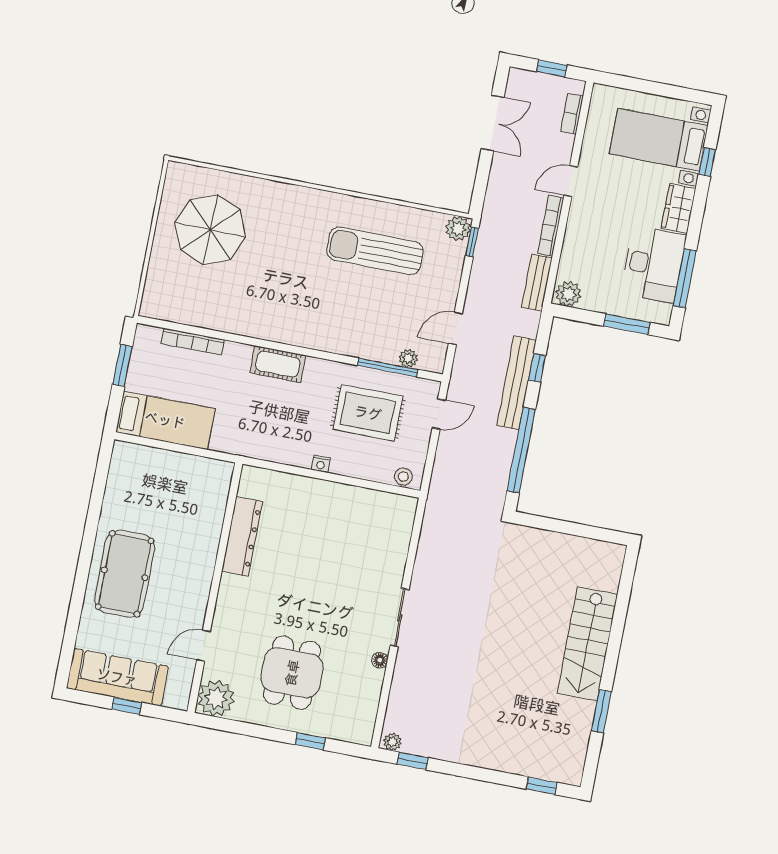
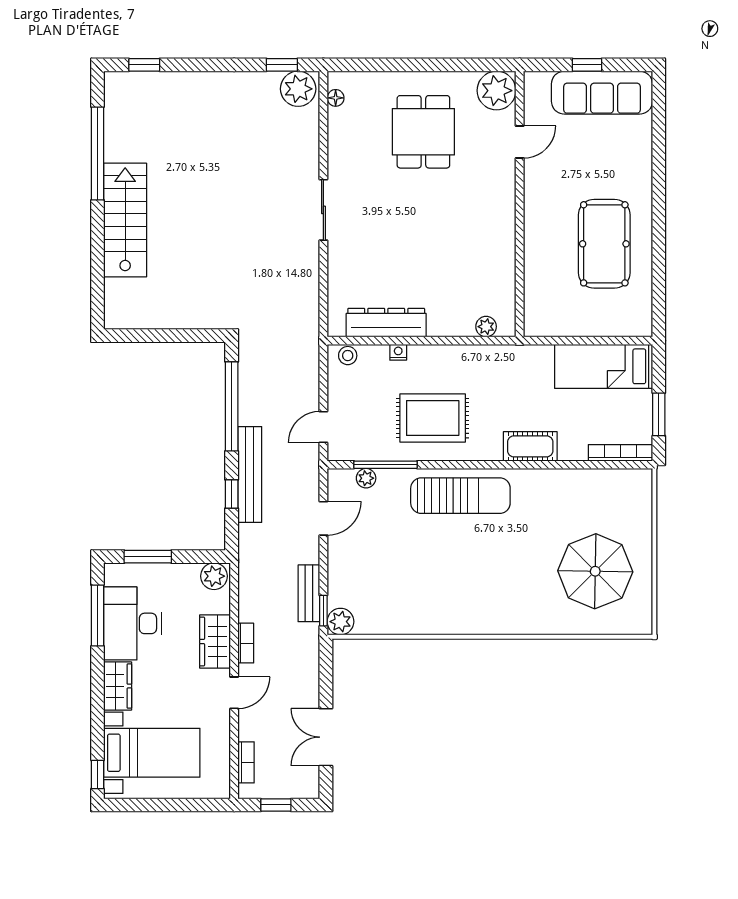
window: (707, 162) -> (97, 774), moved
bookcase: (551, 226) -> (246, 643), width x0.64
wardrobe: (579, 233) -> (215, 642), added
sun lounger: (375, 251) -> (460, 496), moved
bench: (537, 283) -> (309, 593), moved
bookcase: (193, 342) -> (620, 453), moved
cot: (278, 364) -> (530, 446), moved
rug: (368, 413) -> (433, 418), moved
nightstand: (321, 464) -> (398, 352), moved
plant: (268, 479) -> (486, 327), added
dresser: (242, 536) -> (386, 323), moved, turned 90
pool table: (125, 574) -> (604, 244), moved
floor lamp: (380, 660) -> (336, 98), moved
window: (601, 711) -> (97, 153), width x2.11
window: (310, 741) -> (391, 65), removed
plant: (392, 742) -> (298, 89), width x1.88, depth x1.88

